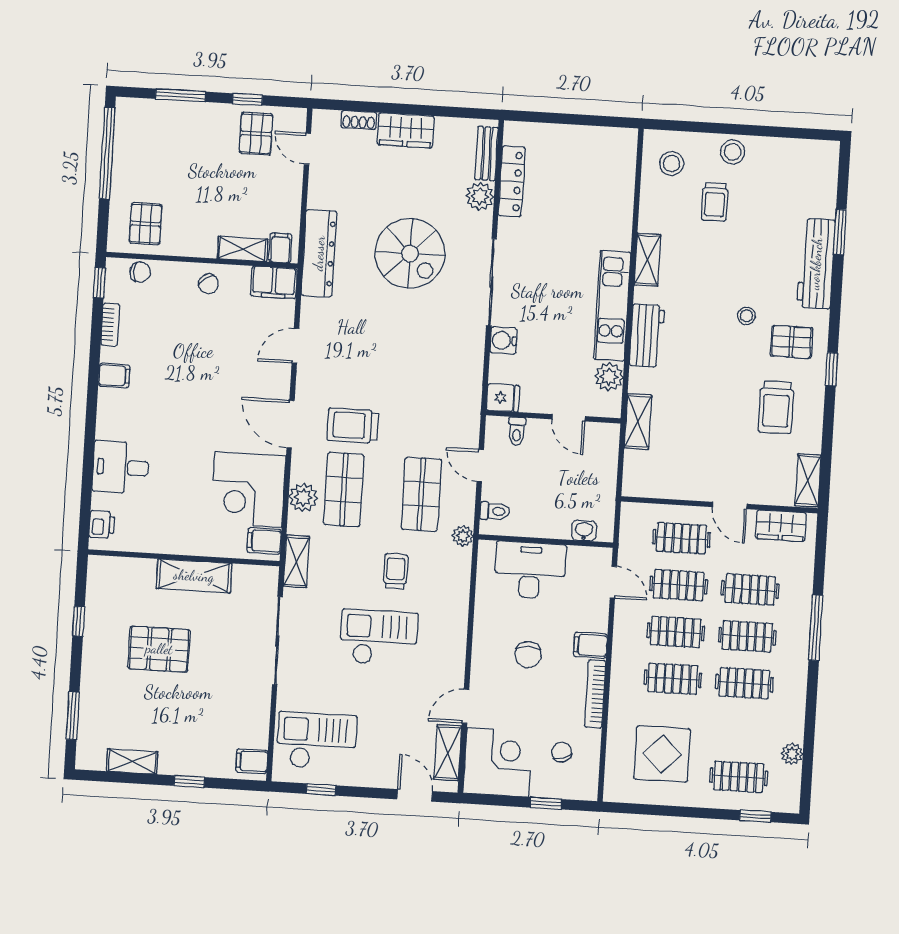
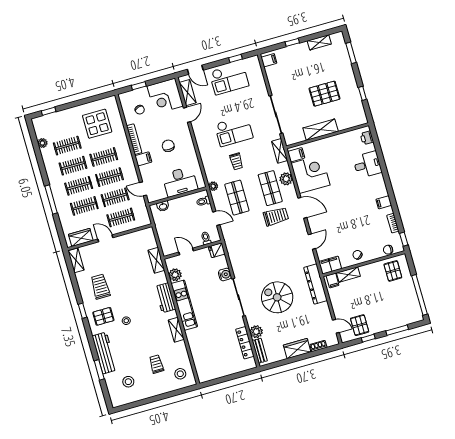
stool: (733, 152) -> (128, 382), moved
checkout: (316, 741) -> (229, 79), moved
clothes rail: (739, 777) -> (67, 146), moved

